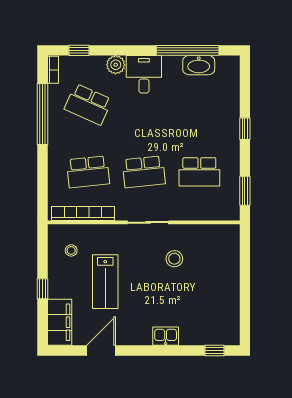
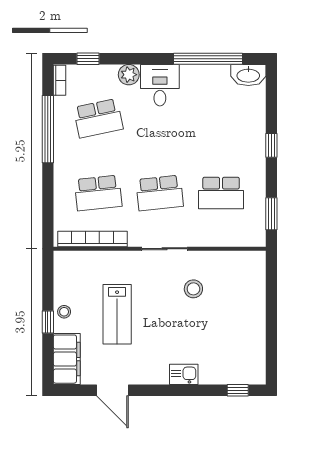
washbasin: (199, 65) -> (248, 75), moved
school desk: (88, 104) -> (98, 118), turned -36
stool: (71, 250) -> (64, 312), moved
door: (101, 351) -> (112, 390), swing flipped

